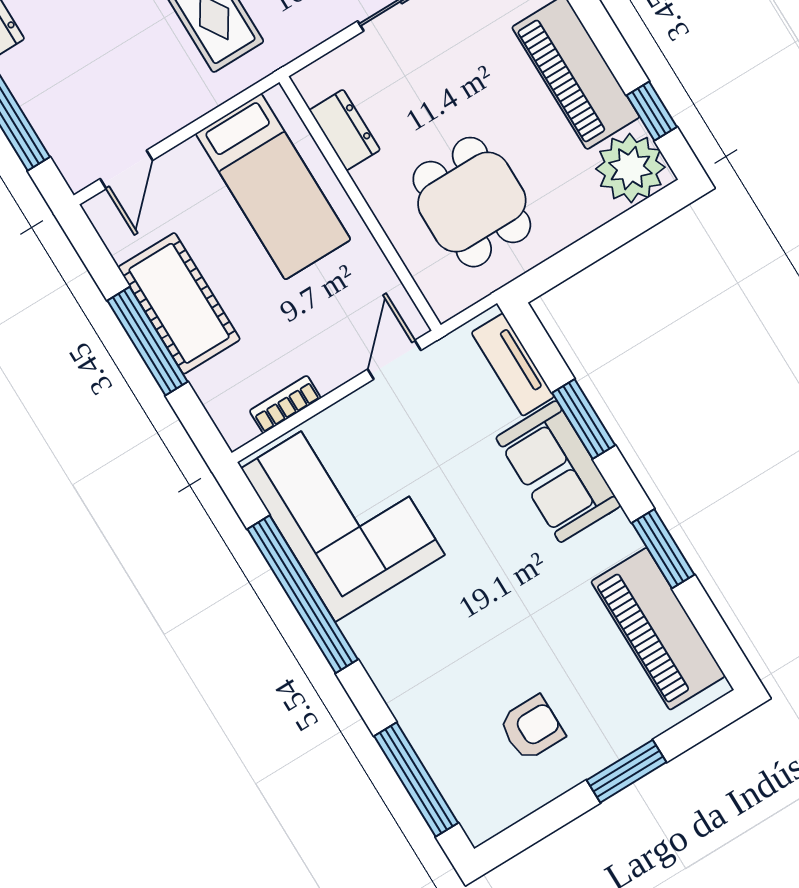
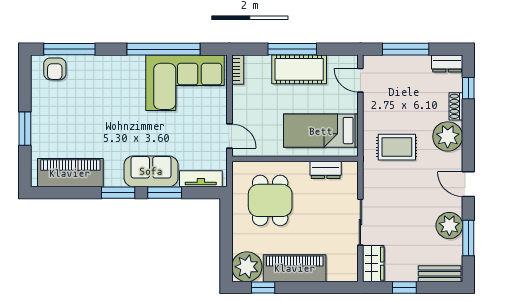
dining table: (472, 202) -> (270, 200), turned 90
bookcase: (285, 404) -> (238, 70), moved
window: (663, 549) -> (118, 193), moved
armchair: (532, 728) -> (55, 69), moved

